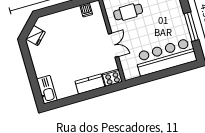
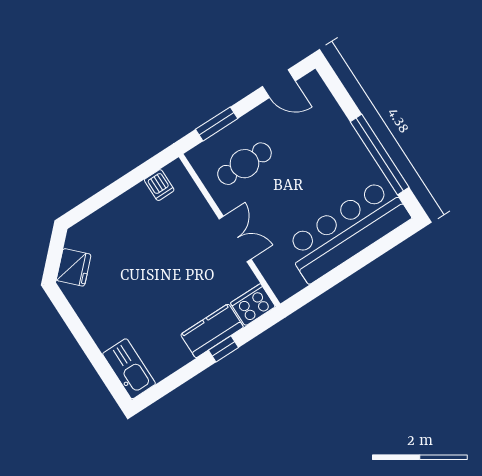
window: (191, 27) -> (380, 154), width x1.46
window: (93, 94) -> (224, 349), added

